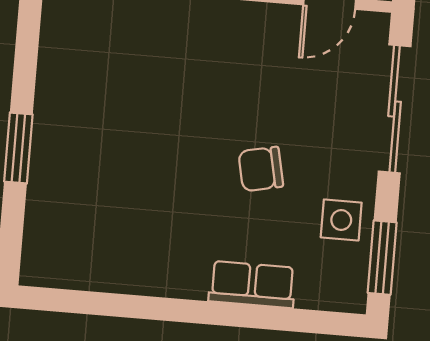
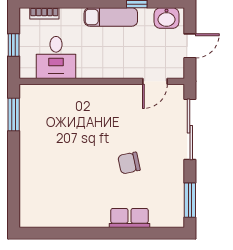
window: (18, 148) -> (14, 115), moved
side table: (341, 220) -> (169, 184), removed

